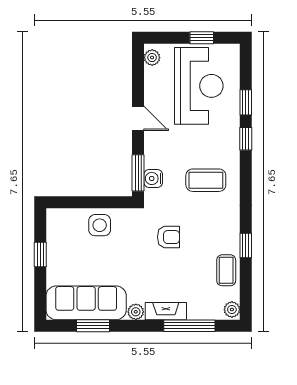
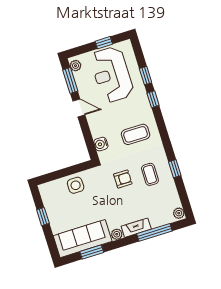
reception desk: (199, 86) -> (112, 75), turned 180
window: (138, 173) -> (70, 81), moved
coffee table: (226, 270) -> (150, 174), moved

